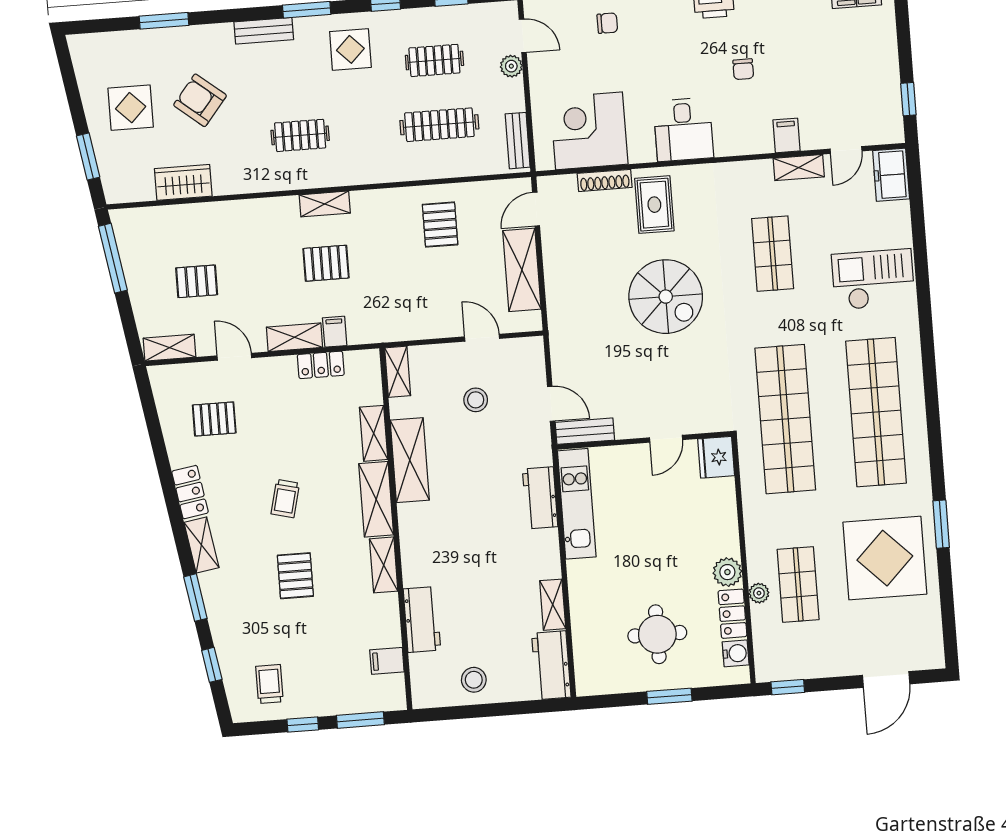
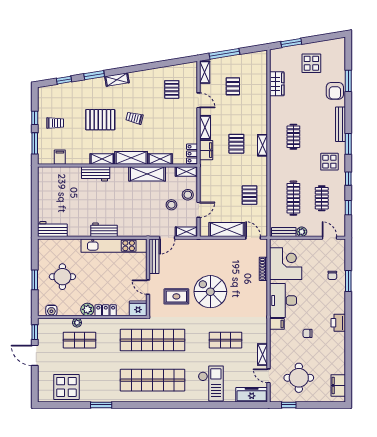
bench: (264, 31) -> (341, 124), width x1.36
door: (523, 36) -> (330, 238), swing flipped
plant: (511, 66) -> (302, 232), moved
round table: (845, 81) -> (299, 378), added
armchair: (200, 100) -> (335, 91), moved, turned 141
desk: (683, 129) -> (283, 300), width x1.37
filing cabinet: (787, 135) -> (277, 324), moved
freezer: (891, 175) -> (252, 395), width x1.40
rug: (654, 205) -> (176, 296), moved
pallet: (440, 225) -> (250, 195), turned 90
window: (113, 258) -> (224, 54), moved
spiral stairs: (666, 297) -> (210, 292), turned 90
filing cabinet: (335, 332) -> (206, 150), width x2.00
door: (234, 357) -> (198, 100), hinge flipped
locker: (321, 365) -> (192, 154), moved
bench: (585, 431) -> (154, 256), width x1.36
locker: (190, 492) -> (141, 76), removed
workbench: (540, 498) -> (104, 230), moved
kitchen unit: (577, 504) -> (114, 246), width x1.36
display table: (885, 558) -> (66, 387), moved, width x0.73, depth x0.73
pallet: (295, 576) -> (100, 120), width x1.50, depth x1.42
shelving: (553, 605) -> (186, 232), moved
locker: (732, 614) -> (106, 310), moved
workbench: (422, 619) -> (96, 174), moved
stool: (474, 680) -> (188, 195), moved
door: (886, 680) -> (35, 355), moved
trolley: (269, 684) -> (55, 123), moved

